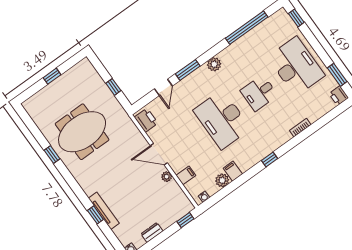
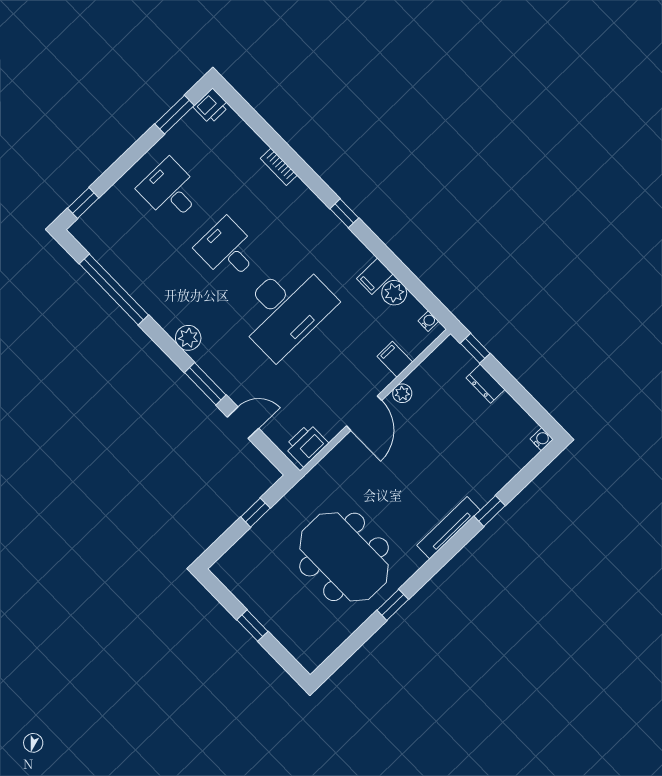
desk: (296, 66) -> (170, 190), width x0.53, depth x0.77
desk: (259, 93) -> (228, 250), turned 180
tv unit: (104, 211) -> (448, 528), moved
dresser: (152, 232) -> (486, 384), moved

